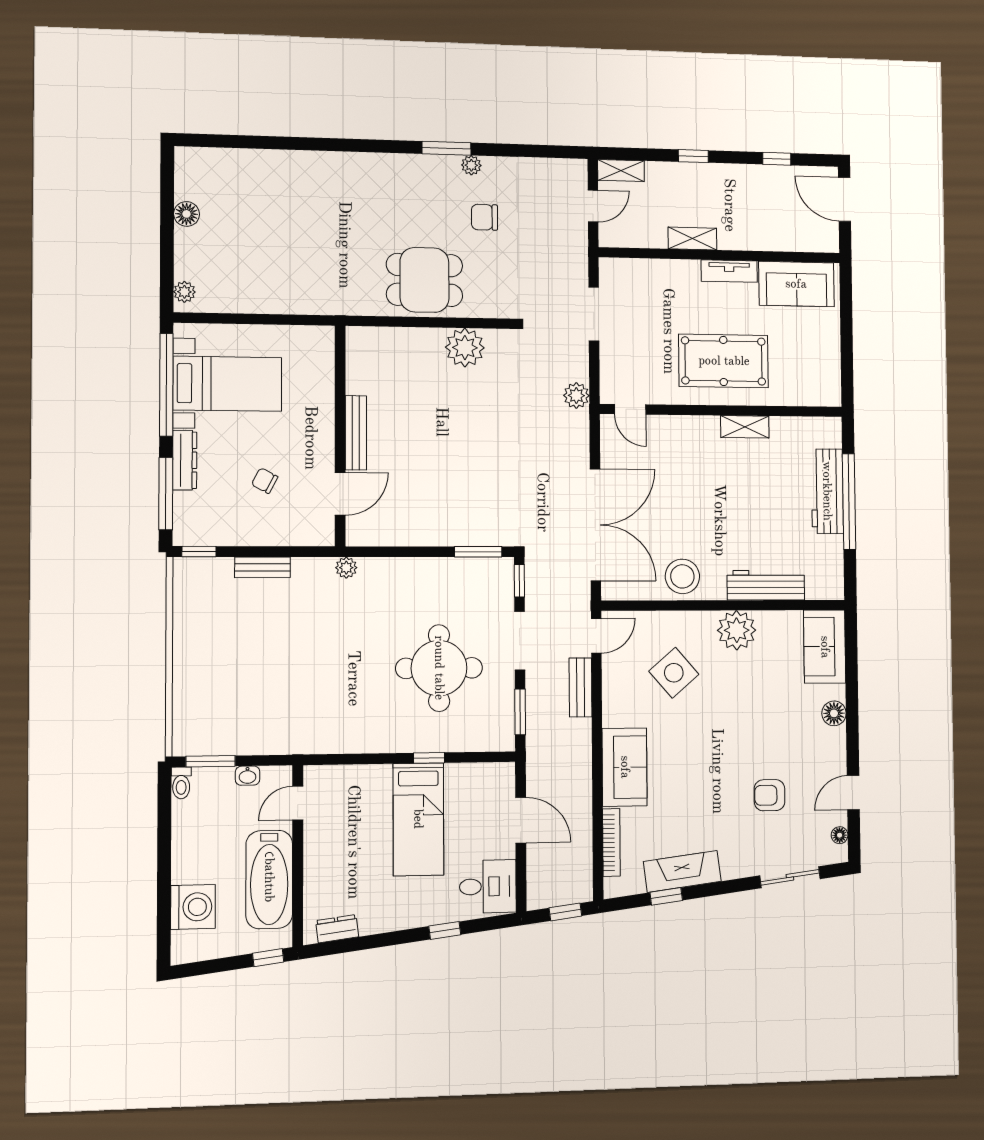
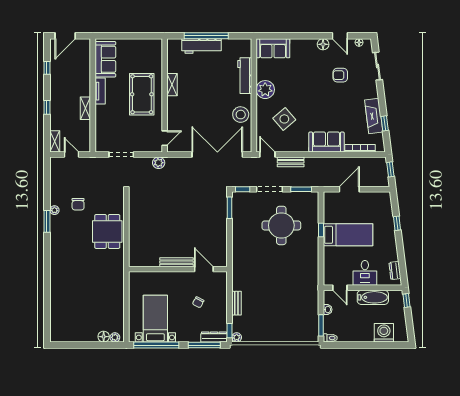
floor lamp: (187, 214) -> (104, 337), moved
plant: (465, 348) -> (138, 213), removed
dresser: (185, 460) -> (214, 337), moved
plant: (346, 568) -> (237, 337), moved
floor lamp: (834, 713) -> (323, 44), moved
armchair: (769, 795) -> (340, 75), turned 90
bathtub: (269, 880) -> (373, 297), width x0.73, depth x0.73
desk: (488, 887) -> (365, 273), moved, turned 180

